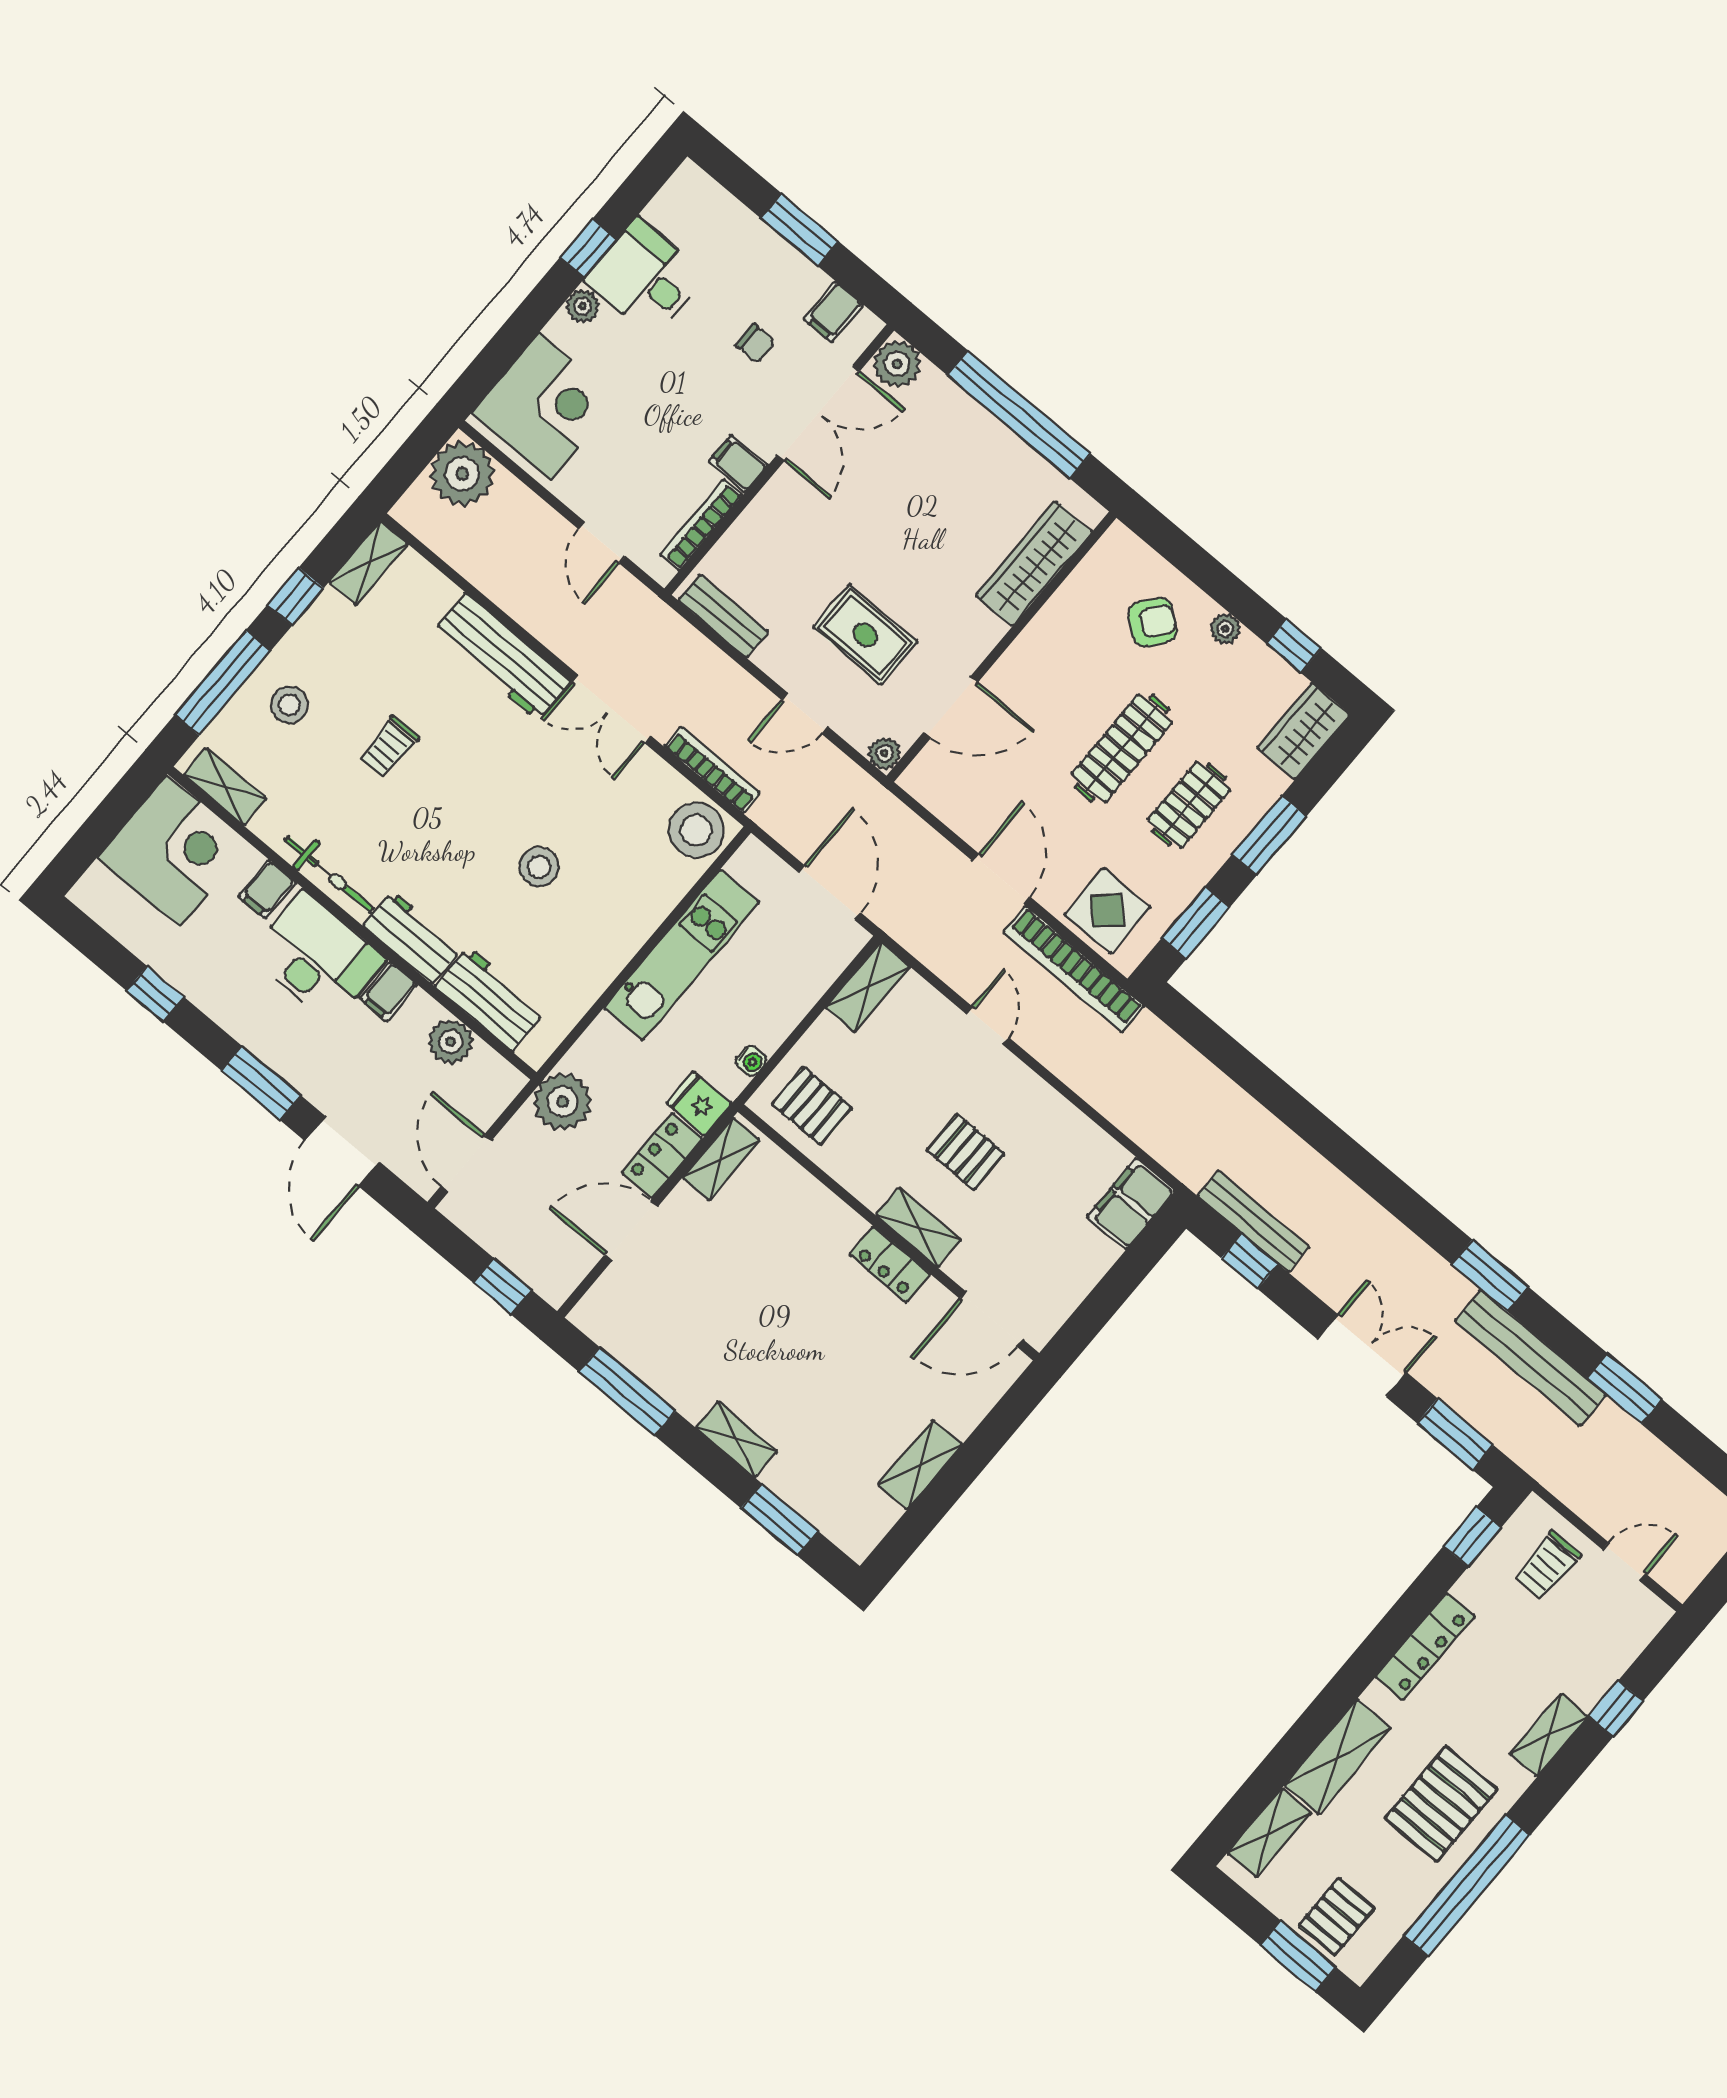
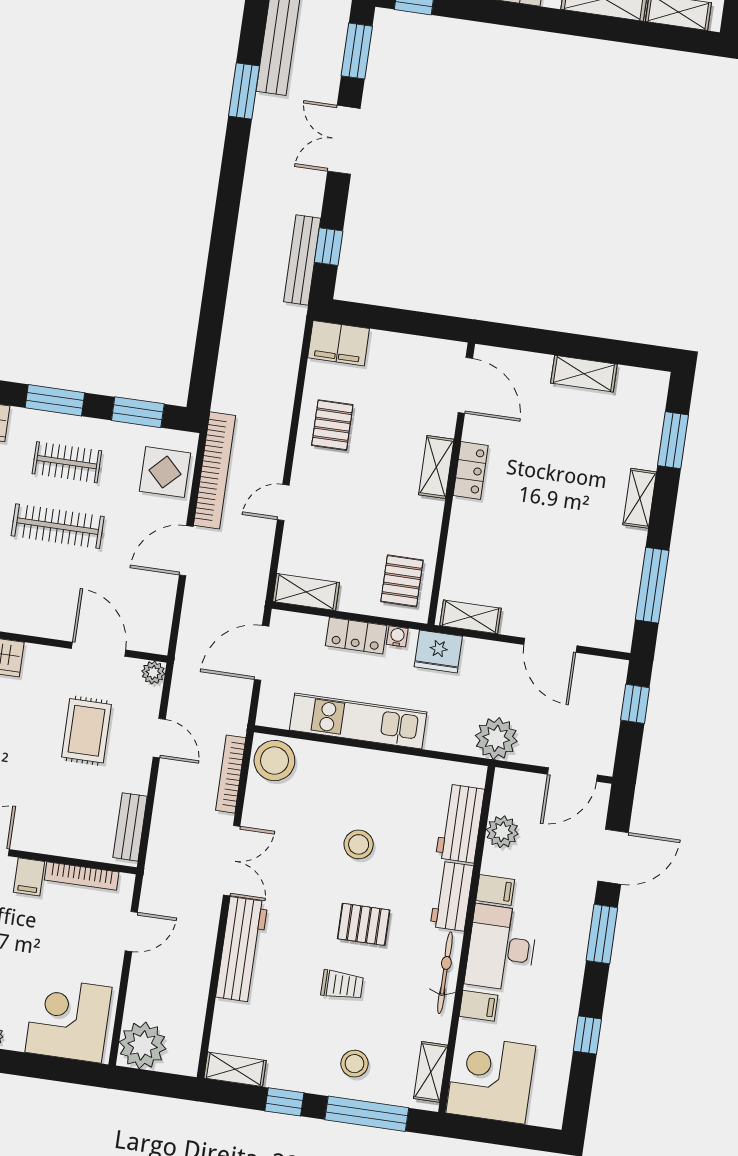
pallet: (443, 815) -> (364, 924), added
fridge: (699, 1103) -> (438, 652), width x1.38
pallet: (966, 1152) -> (332, 425), moved
locker: (662, 1156) -> (356, 636), moved

